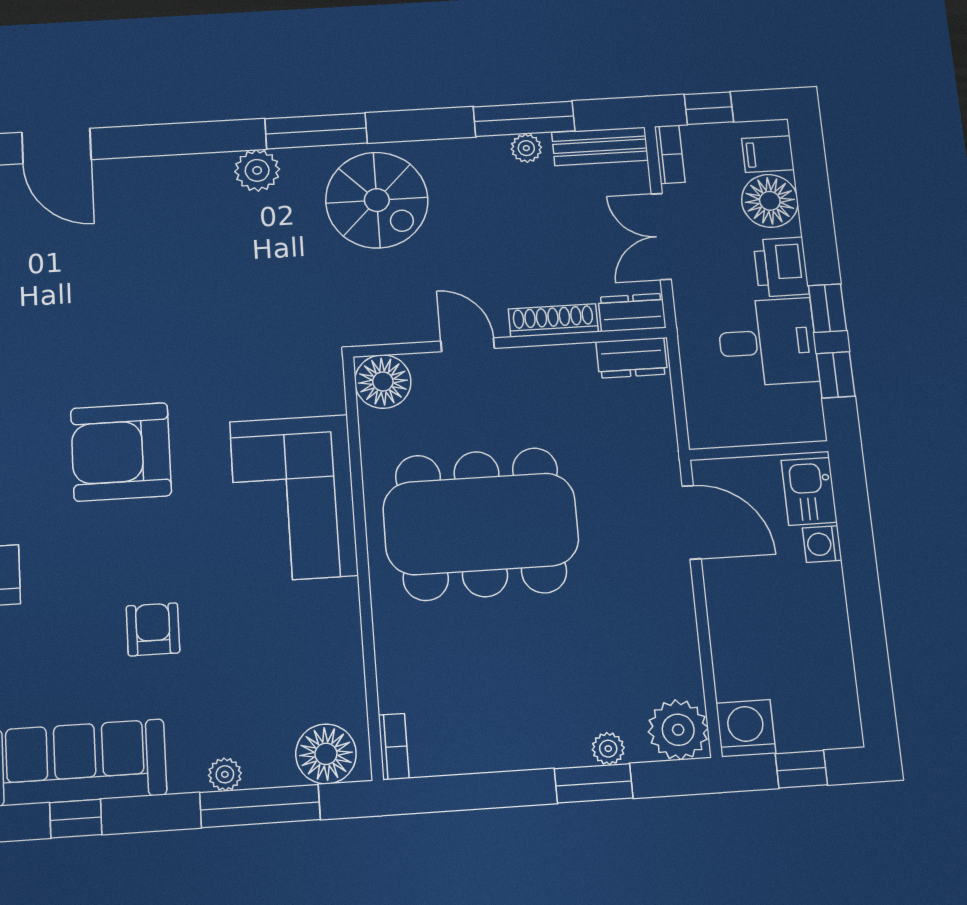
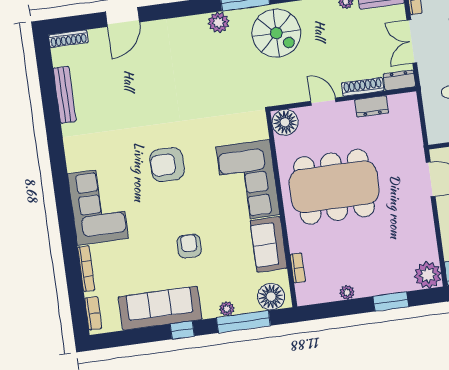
door: (56, 146) -> (122, 17), hinge flipped
dresser: (632, 358) -> (372, 106), moved
armchair: (121, 452) -> (167, 165), width x0.73, depth x0.73
sofa: (329, 638) -> (269, 244), added
bookcase: (394, 747) -> (298, 268), moved
plant: (608, 749) -> (347, 292), moved
window: (76, 819) -> (182, 330), moved

